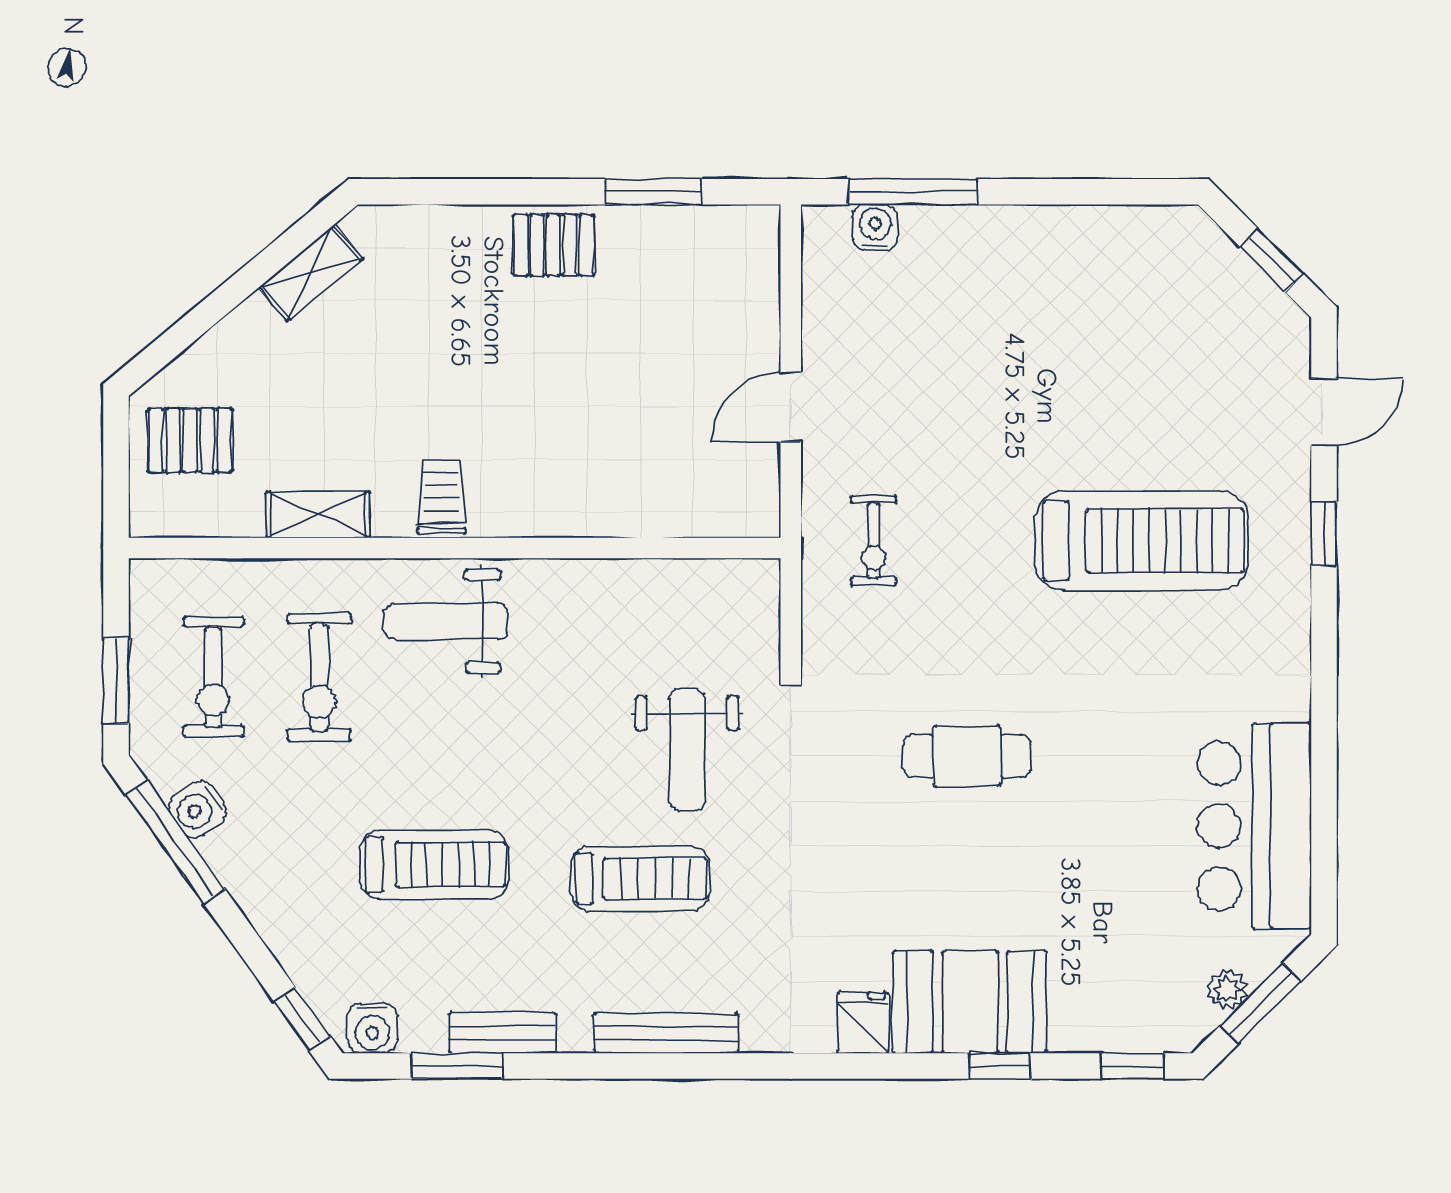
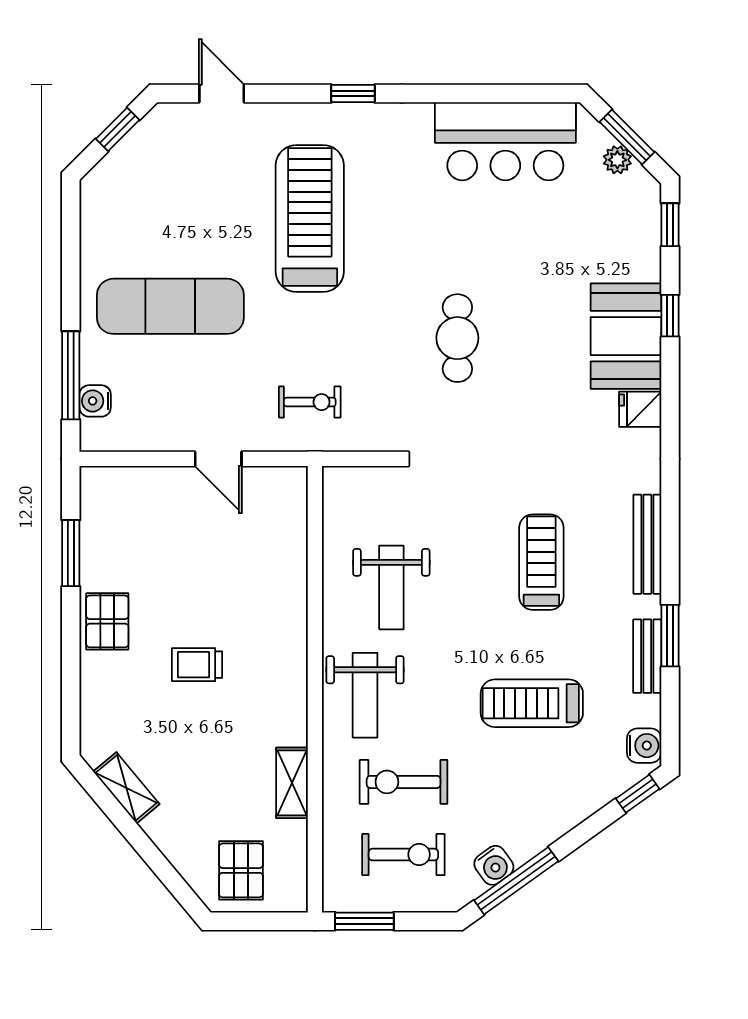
exercise mat: (1013, 337) -> (170, 306), added
trolley: (441, 497) -> (197, 665), moved
window: (1324, 534) -> (353, 93), moved
exercise bike: (319, 677) -> (404, 782), turned 180
window: (116, 681) -> (364, 921), moved
weight bench: (687, 750) -> (391, 587), moved, turned 90
treadmill: (434, 865) -> (532, 703), turned -90
window: (457, 1066) -> (670, 636), moved

